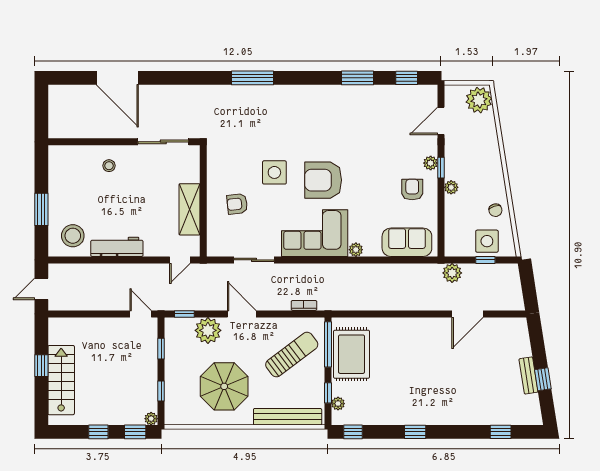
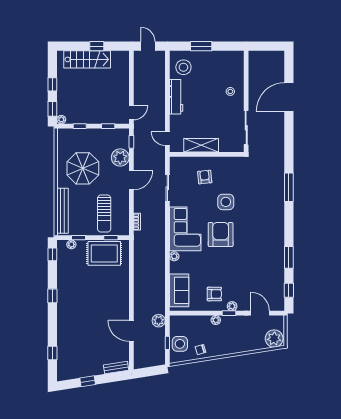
window: (328, 344) -> (111, 238), width x0.46
sun lounger: (292, 355) -> (104, 214), turned 37
bench: (529, 375) -> (116, 368), moved

